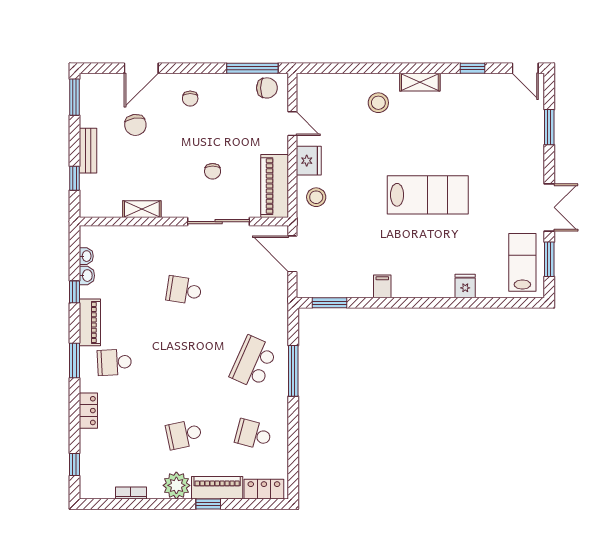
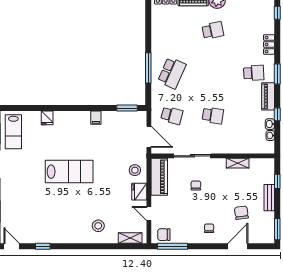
shelving: (420, 82) -> (130, 238), moved
lab bench: (428, 195) -> (69, 172), turned 180
school desk: (253, 434) -> (172, 115), moved

